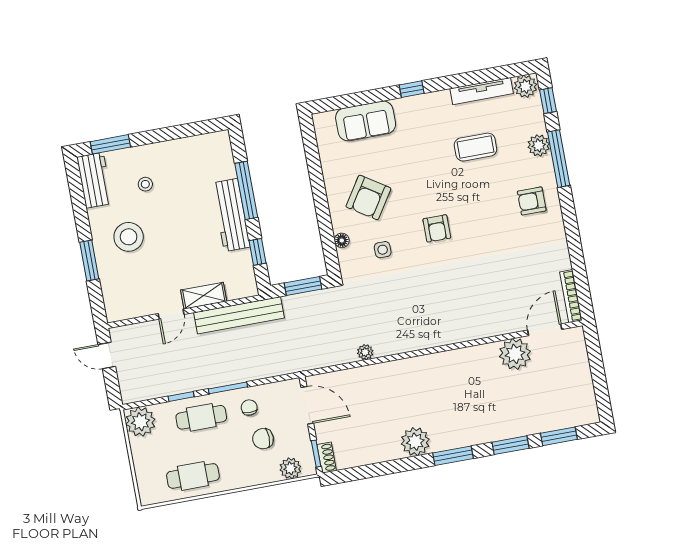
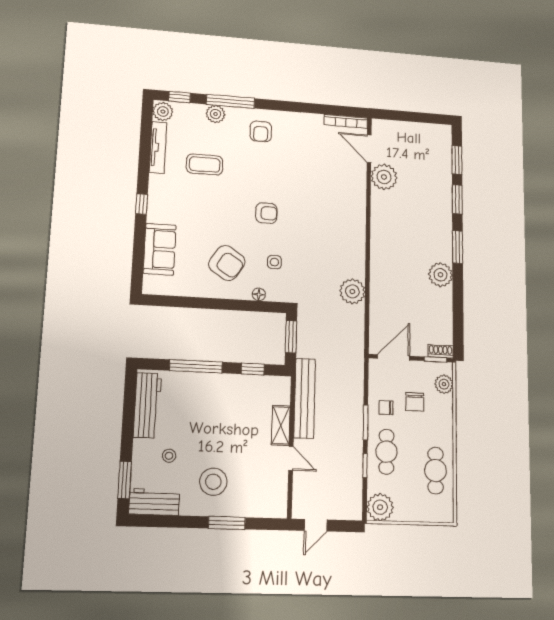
coffee table: (475, 147) -> (205, 165), turned 90
workbench: (231, 215) -> (147, 405), moved, turned -90
plant: (365, 352) -> (352, 291), width x1.88, depth x1.88

